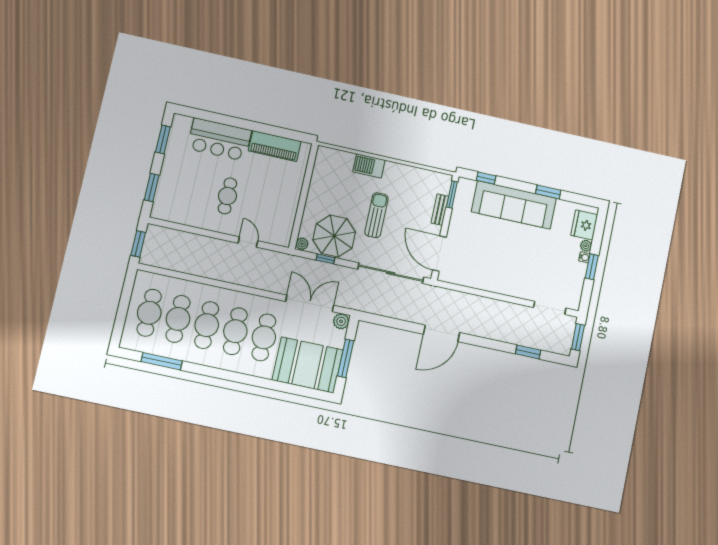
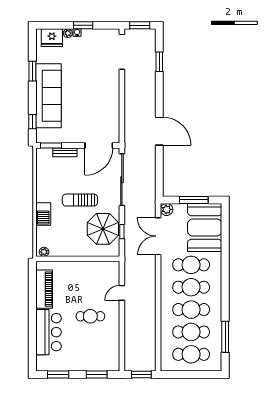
plant: (302, 244) -> (44, 252), moved
doorway: (550, 308) -> (122, 52), width x1.36

